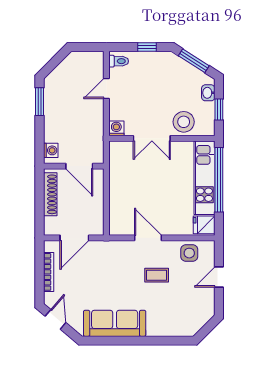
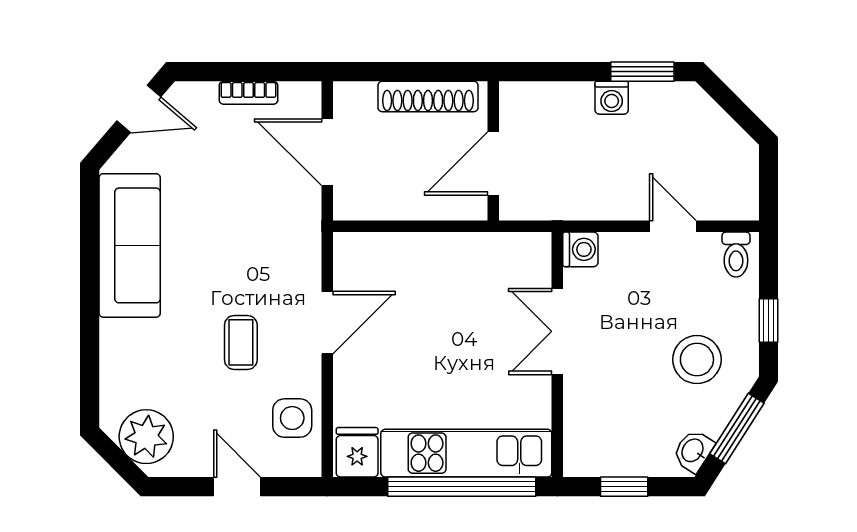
washbasin: (208, 93) -> (693, 451), moved, turned -57
stool: (184, 122) -> (697, 360), moved
washing machine: (51, 150) -> (612, 98), moved
bookcase: (49, 272) -> (248, 93), width x0.64
plant: (197, 316) -> (146, 437), added

